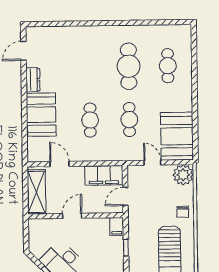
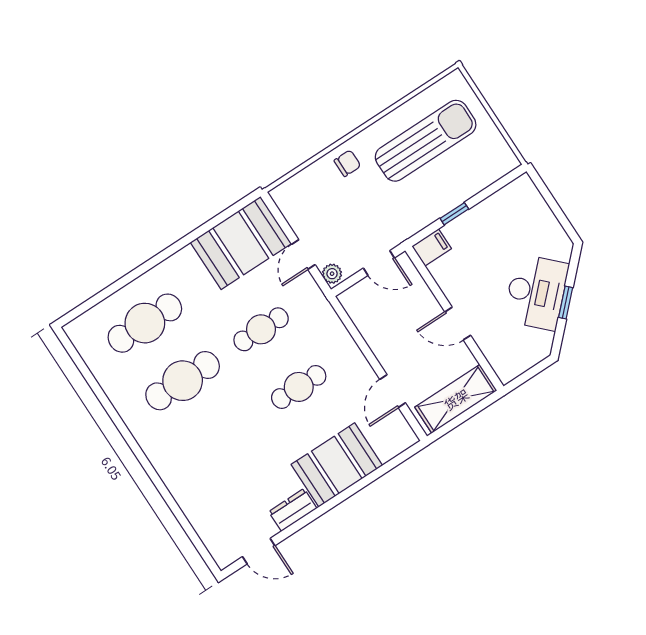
cafe table: (168, 66) -> (145, 323), width x1.37, depth x1.35
filing cabinet: (104, 175) -> (368, 315), removed
plant: (183, 175) -> (332, 274), moved, width x0.53, depth x0.53

